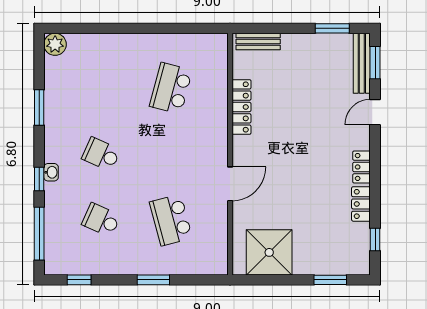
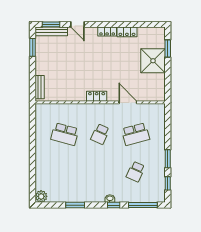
locker: (241, 107) -> (97, 96), moved, width x0.66
school desk: (101, 154) -> (100, 134), moved
door: (230, 184) -> (128, 102), moved
window: (375, 240) -> (146, 24), removed
shower: (269, 252) -> (153, 61), moved
window: (153, 280) -> (168, 159), moved

